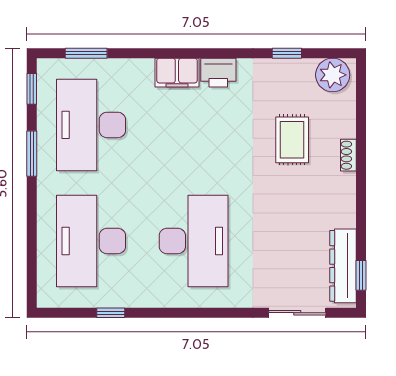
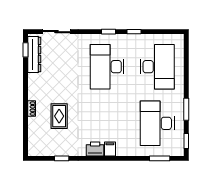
filing cabinet: (177, 73) -> (110, 149), width x0.50
plant: (333, 75) -> (39, 148), removed
desk: (91, 125) -> (157, 123), turned 180
window: (111, 313) -> (134, 32), moved
window: (191, 313) -> (109, 32), added

